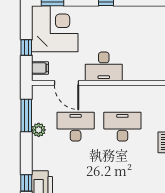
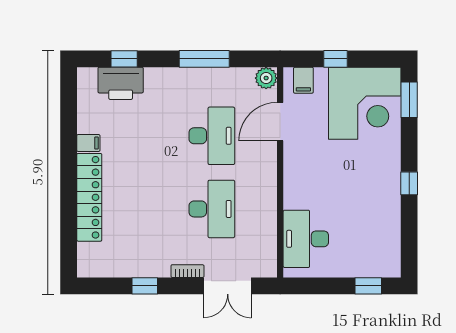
desk: (104, 66) -> (306, 239), moved
window: (26, 115) -> (204, 59), moved
plant: (39, 130) -> (266, 78), moved

